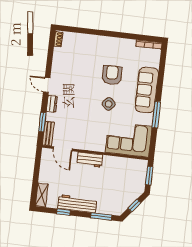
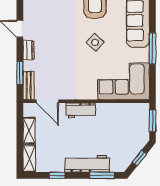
shelving: (44, 172) -> (29, 131), added
workbench: (77, 204) -> (87, 164), moved

